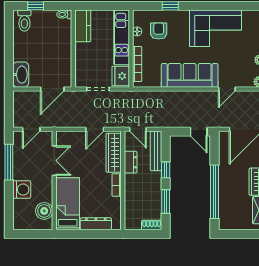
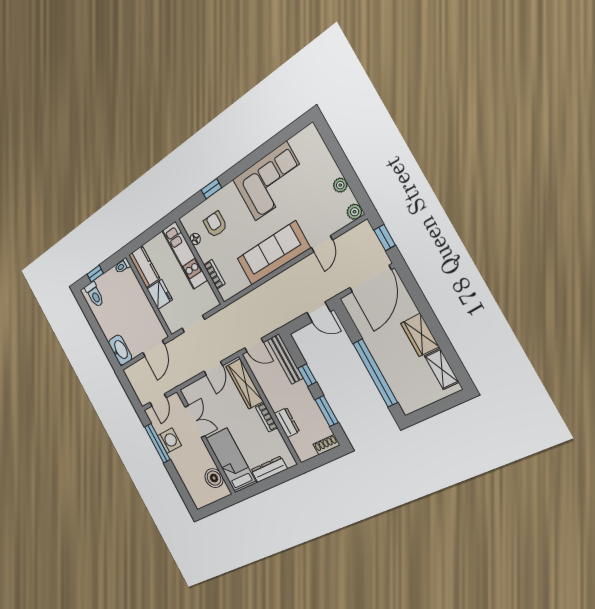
bookcase: (137, 64) -> (214, 274), width x0.64
fridge: (121, 76) -> (160, 294), moved, turned 180
dresser: (131, 162) -> (287, 422), moved
washing machine: (22, 190) -> (169, 441), moved

